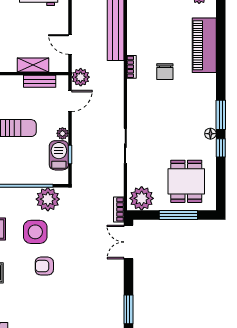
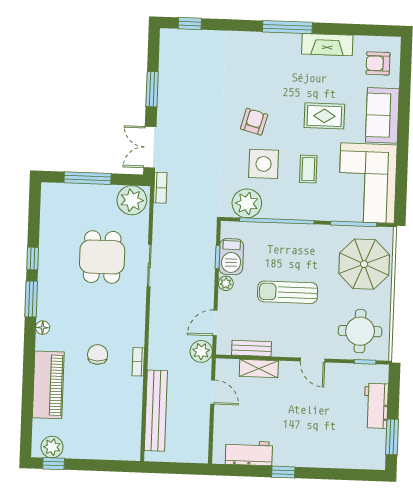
floor lamp: (210, 134) -> (43, 328), moved
dining table: (186, 181) -> (102, 257), moved
double door: (128, 242) -> (150, 147), swing flipped
armchair: (44, 266) -> (254, 122), turned -75
window: (128, 309) -> (152, 89), moved

